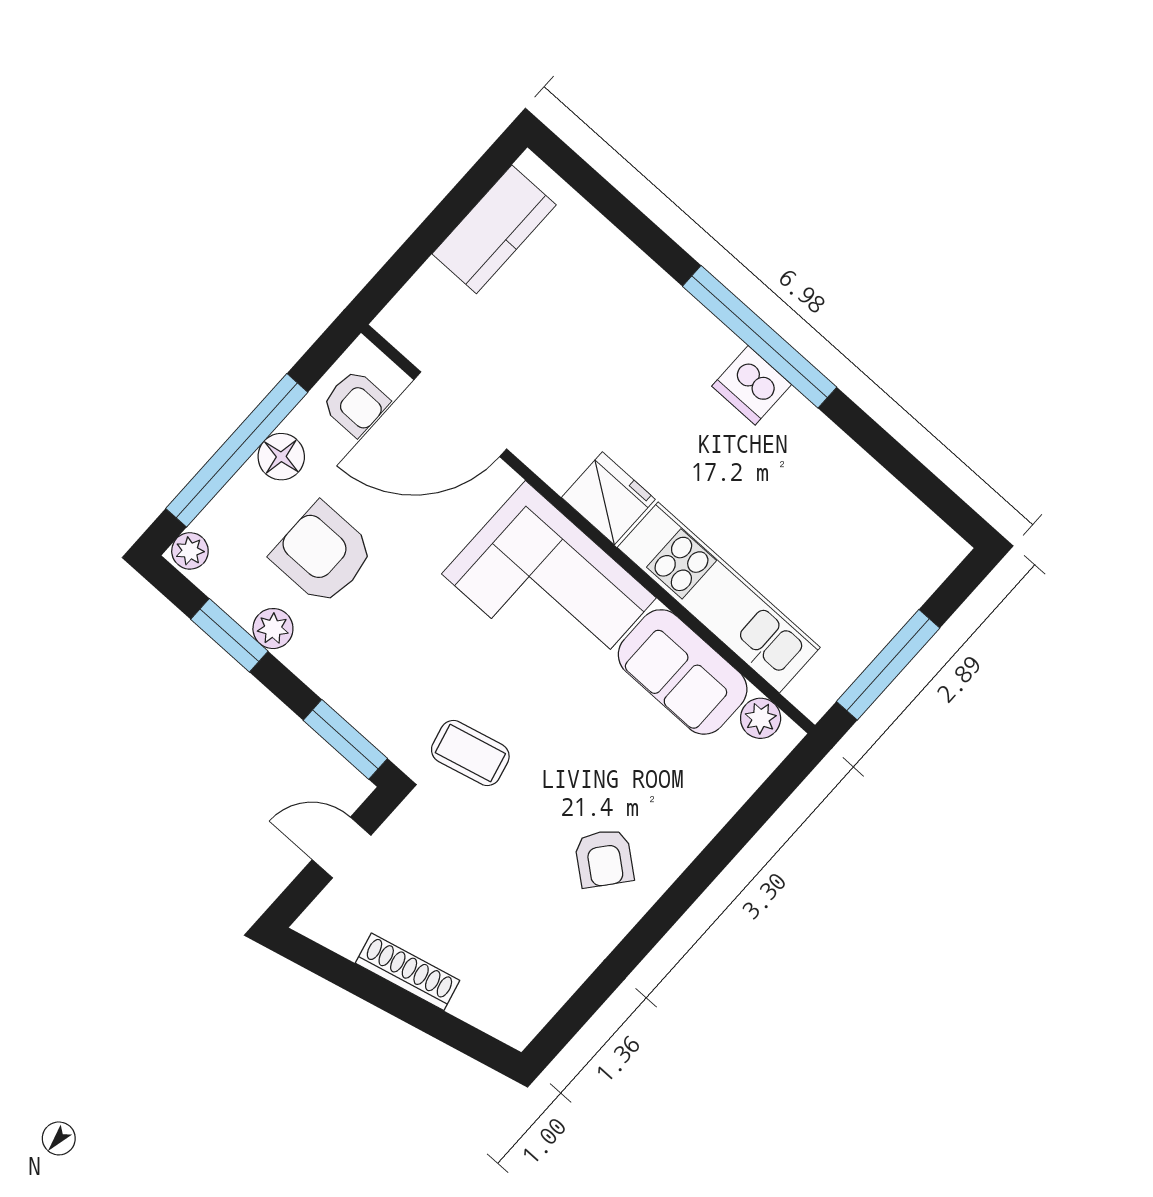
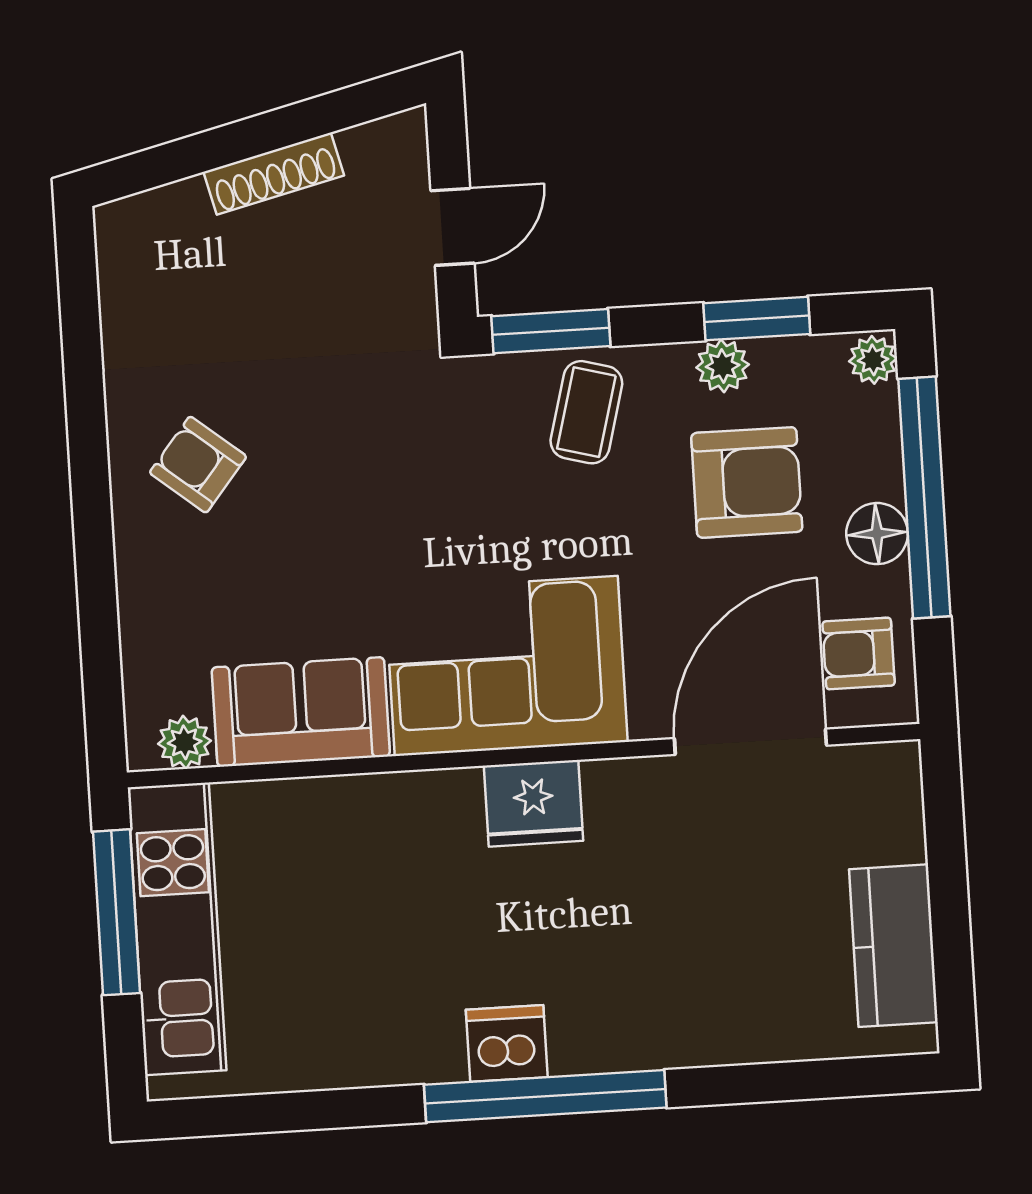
kitchen unit: (719, 597) -> (177, 929), moved, turned -90
coffee table: (470, 753) -> (586, 412), moved, turned -61

